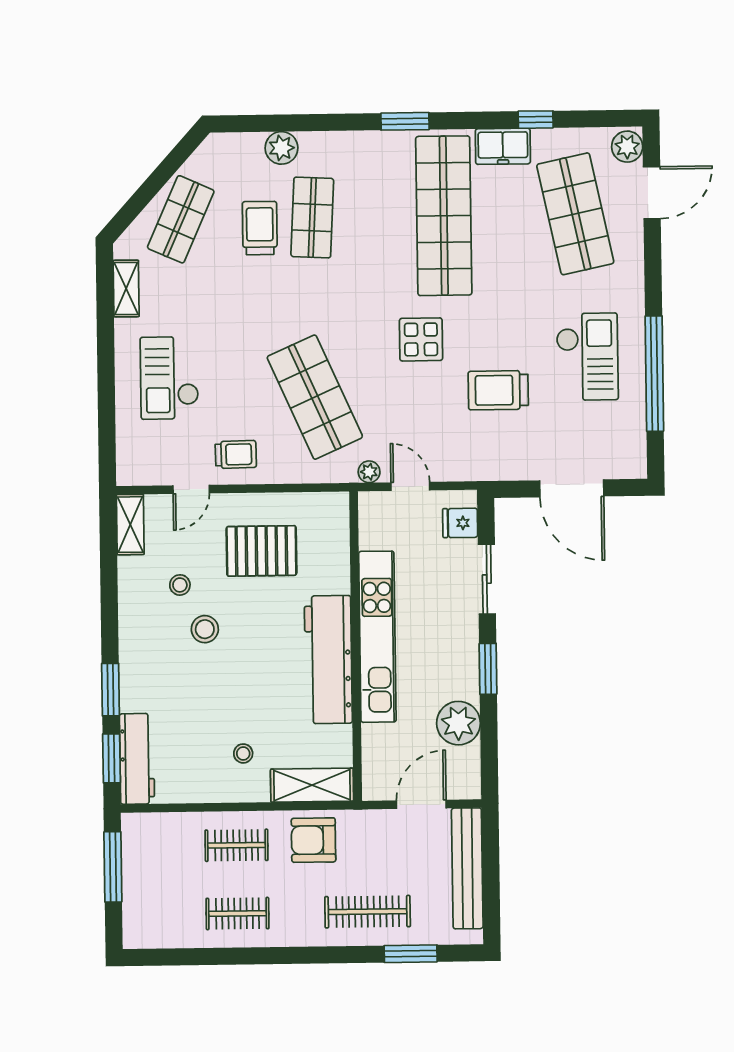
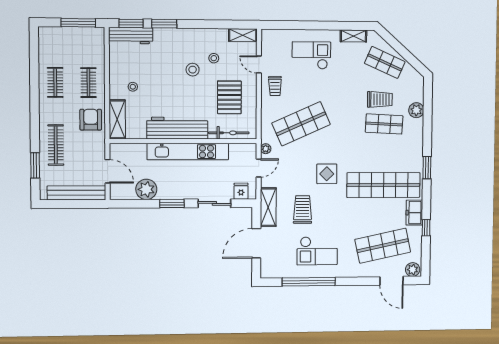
shelving: (494, 464) -> (268, 207), added
bicycle: (337, 551) -> (229, 133), added

